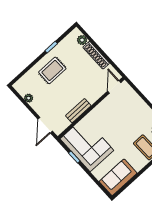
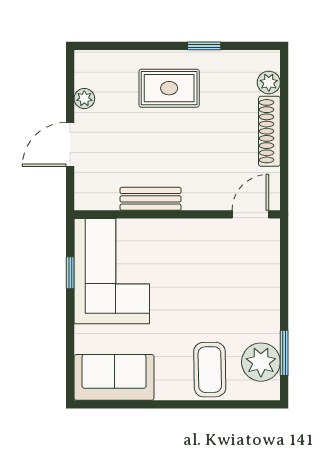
door: (45, 125) -> (70, 144), moved

